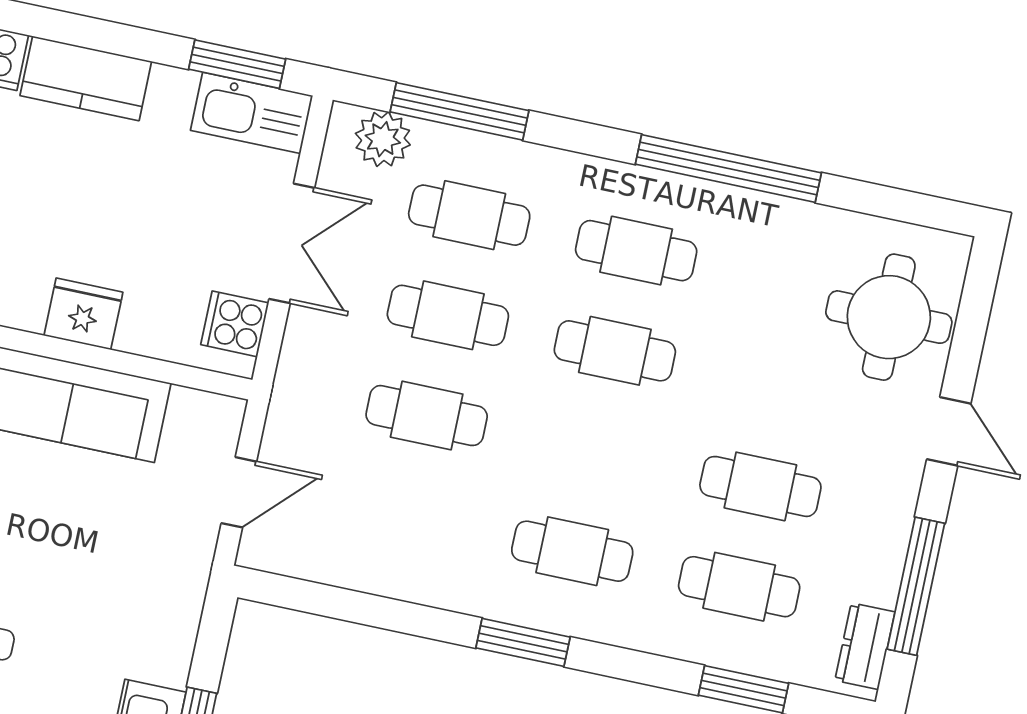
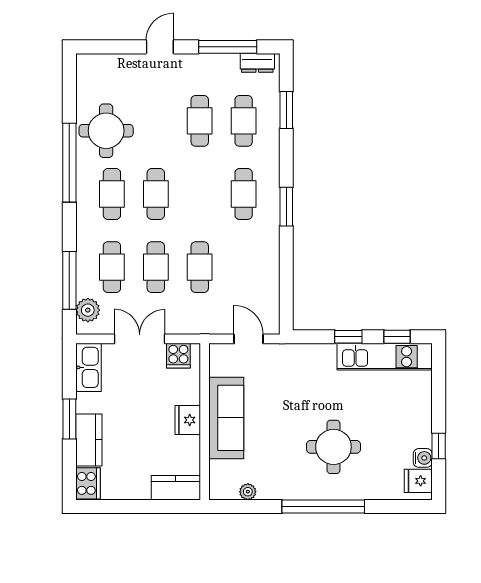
window: (237, 64) -> (69, 419), moved
round table: (889, 317) -> (106, 131), moved

